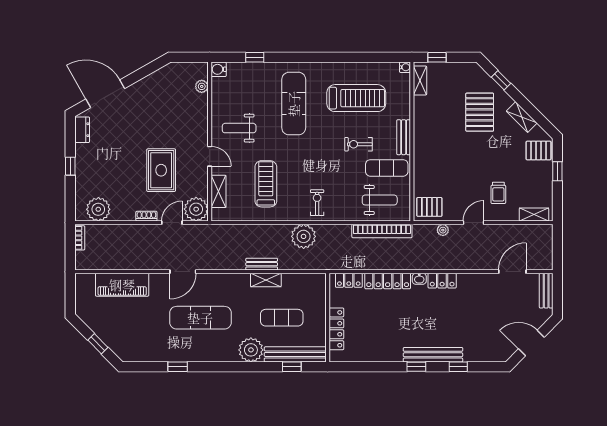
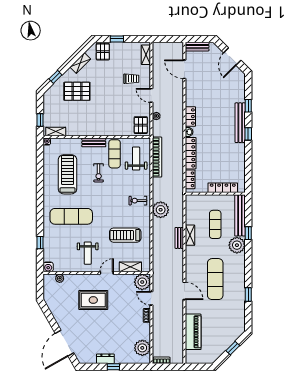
dresser: (82, 130) -> (105, 359), moved
rug: (161, 170) -> (93, 300), moved
window: (292, 367) -> (248, 233), moved

